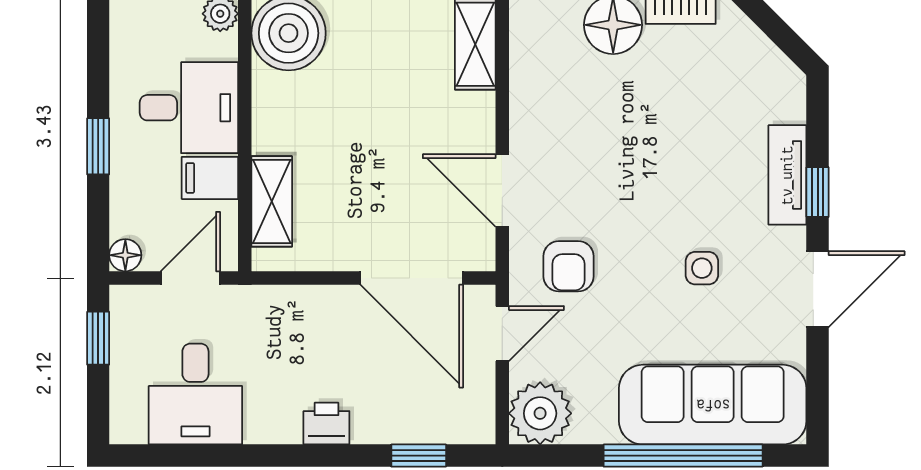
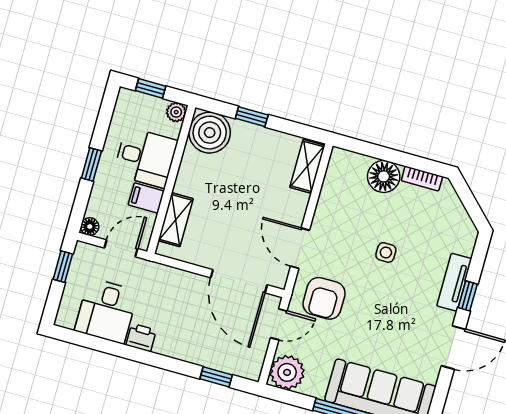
armchair: (568, 266) -> (324, 298), width x1.38, depth x1.38
side table: (702, 268) -> (386, 252), moved
printer: (326, 424) -> (141, 338), moved

